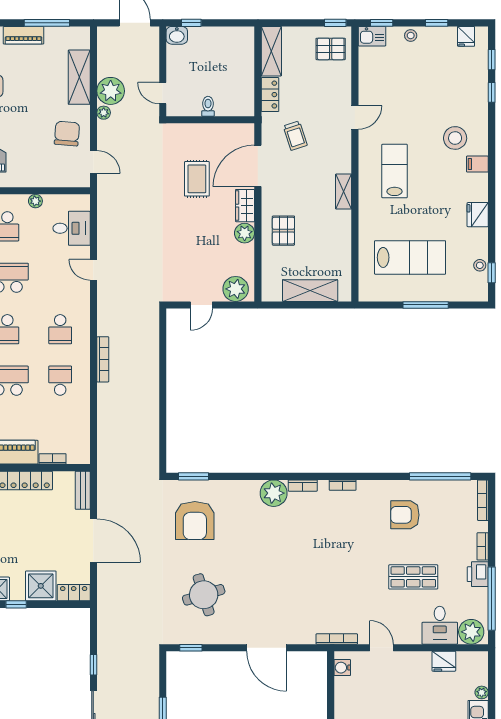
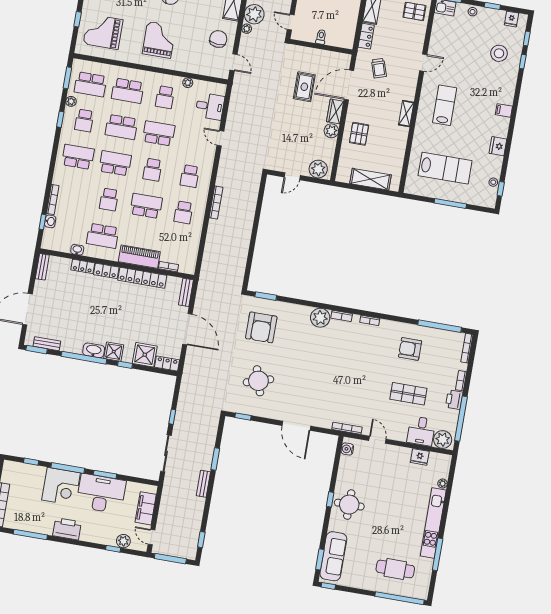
stool: (455, 138) -> (499, 53), moved
school desk: (60, 381) -> (183, 212), turned 180

